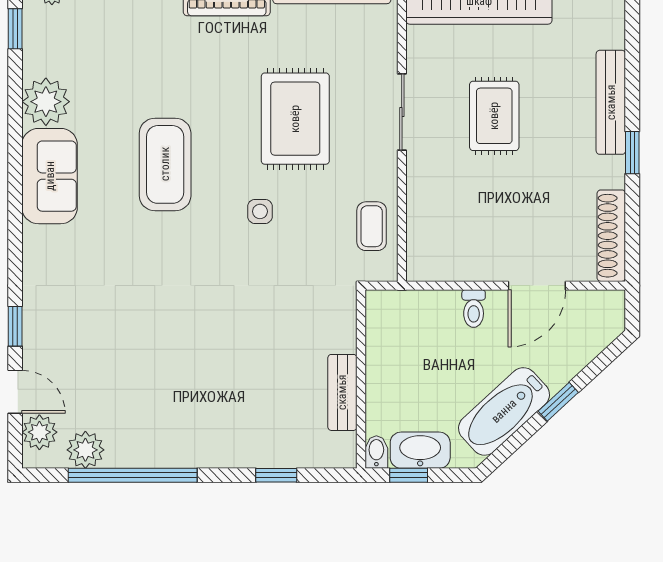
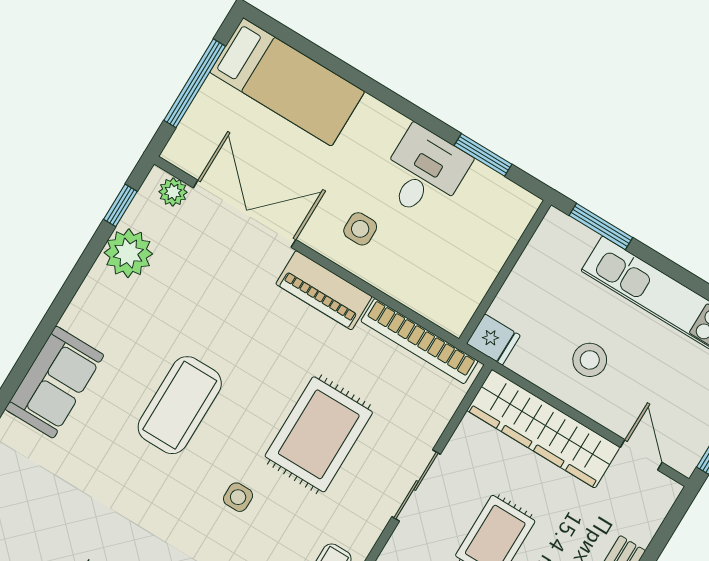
plant: (46, 102) -> (128, 253), moved
sofa: (50, 176) -> (54, 382), moved

